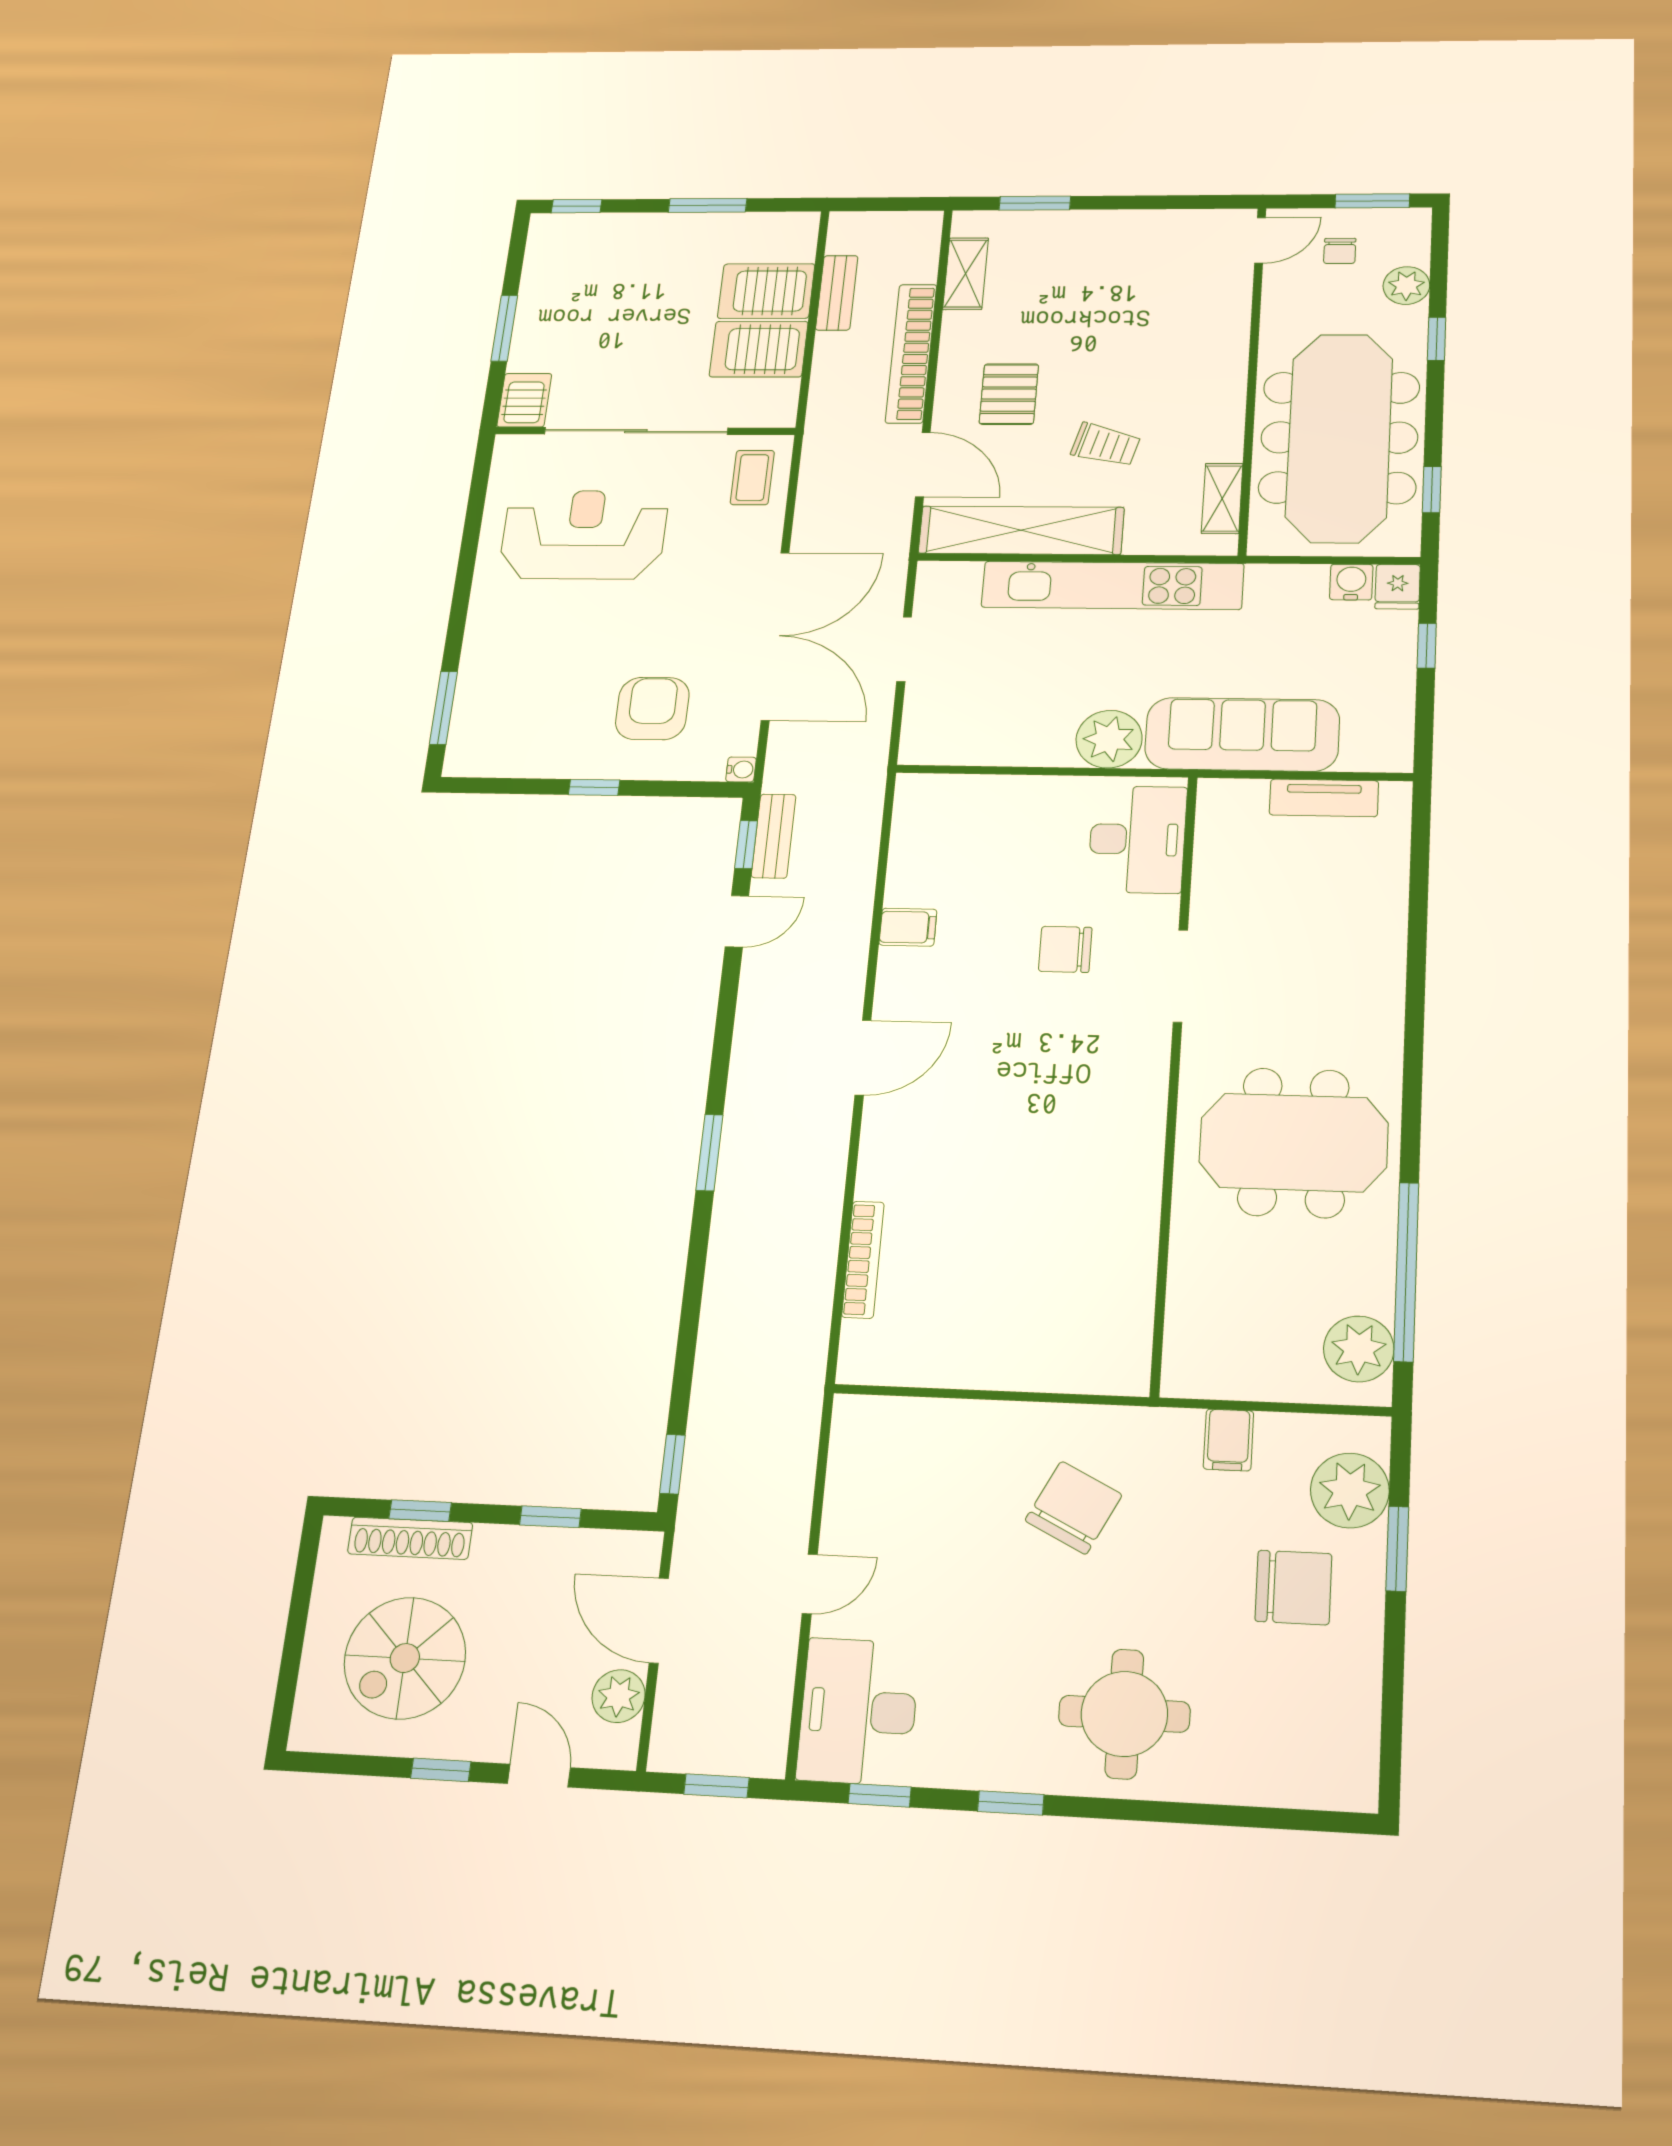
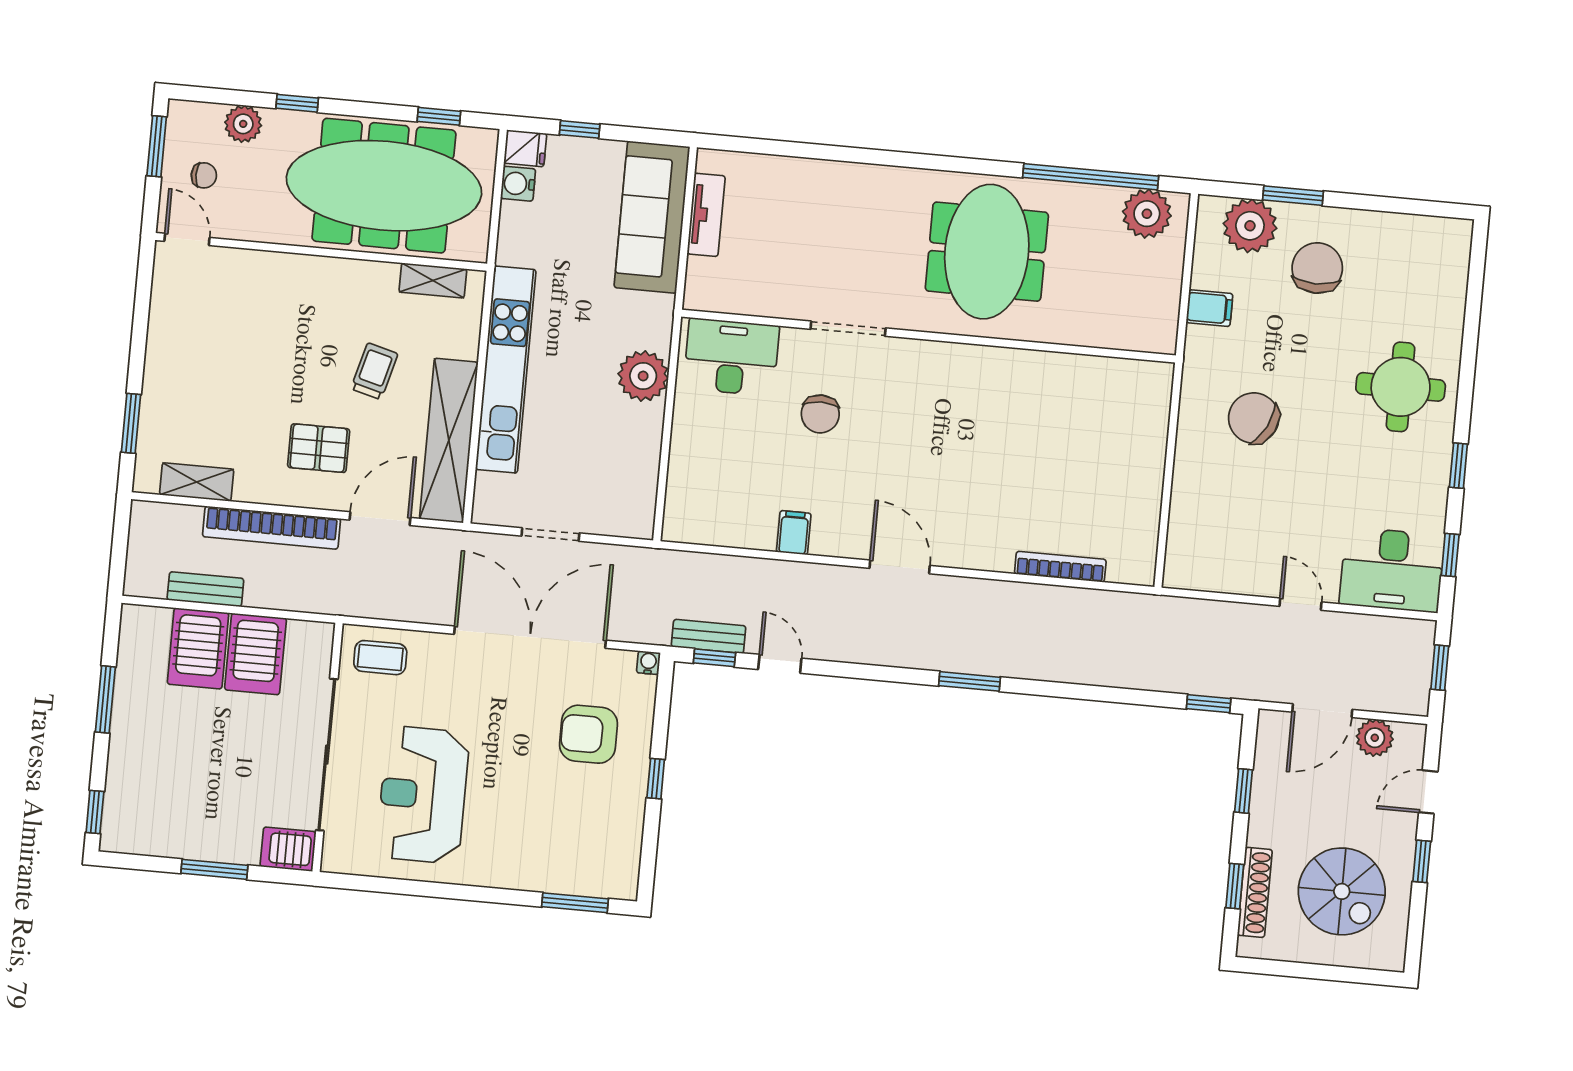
sofa: (1242, 734) -> (652, 217), moved

